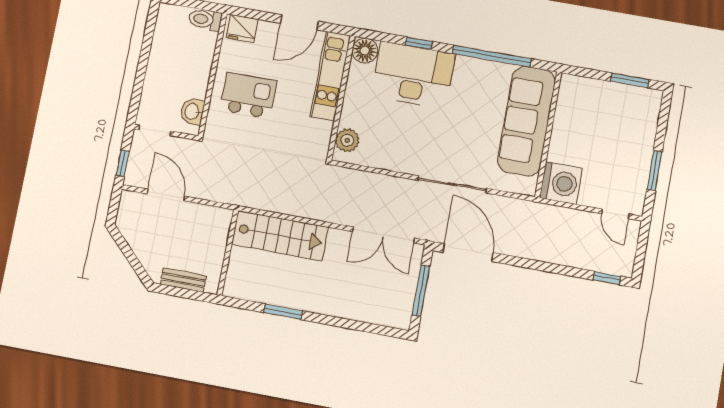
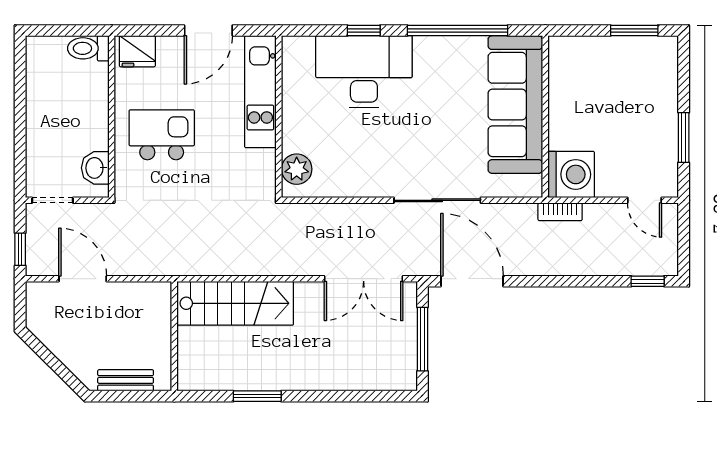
floor lamp: (365, 51) -> (298, 52), removed
bookcase: (547, 211) -> (560, 212), added

